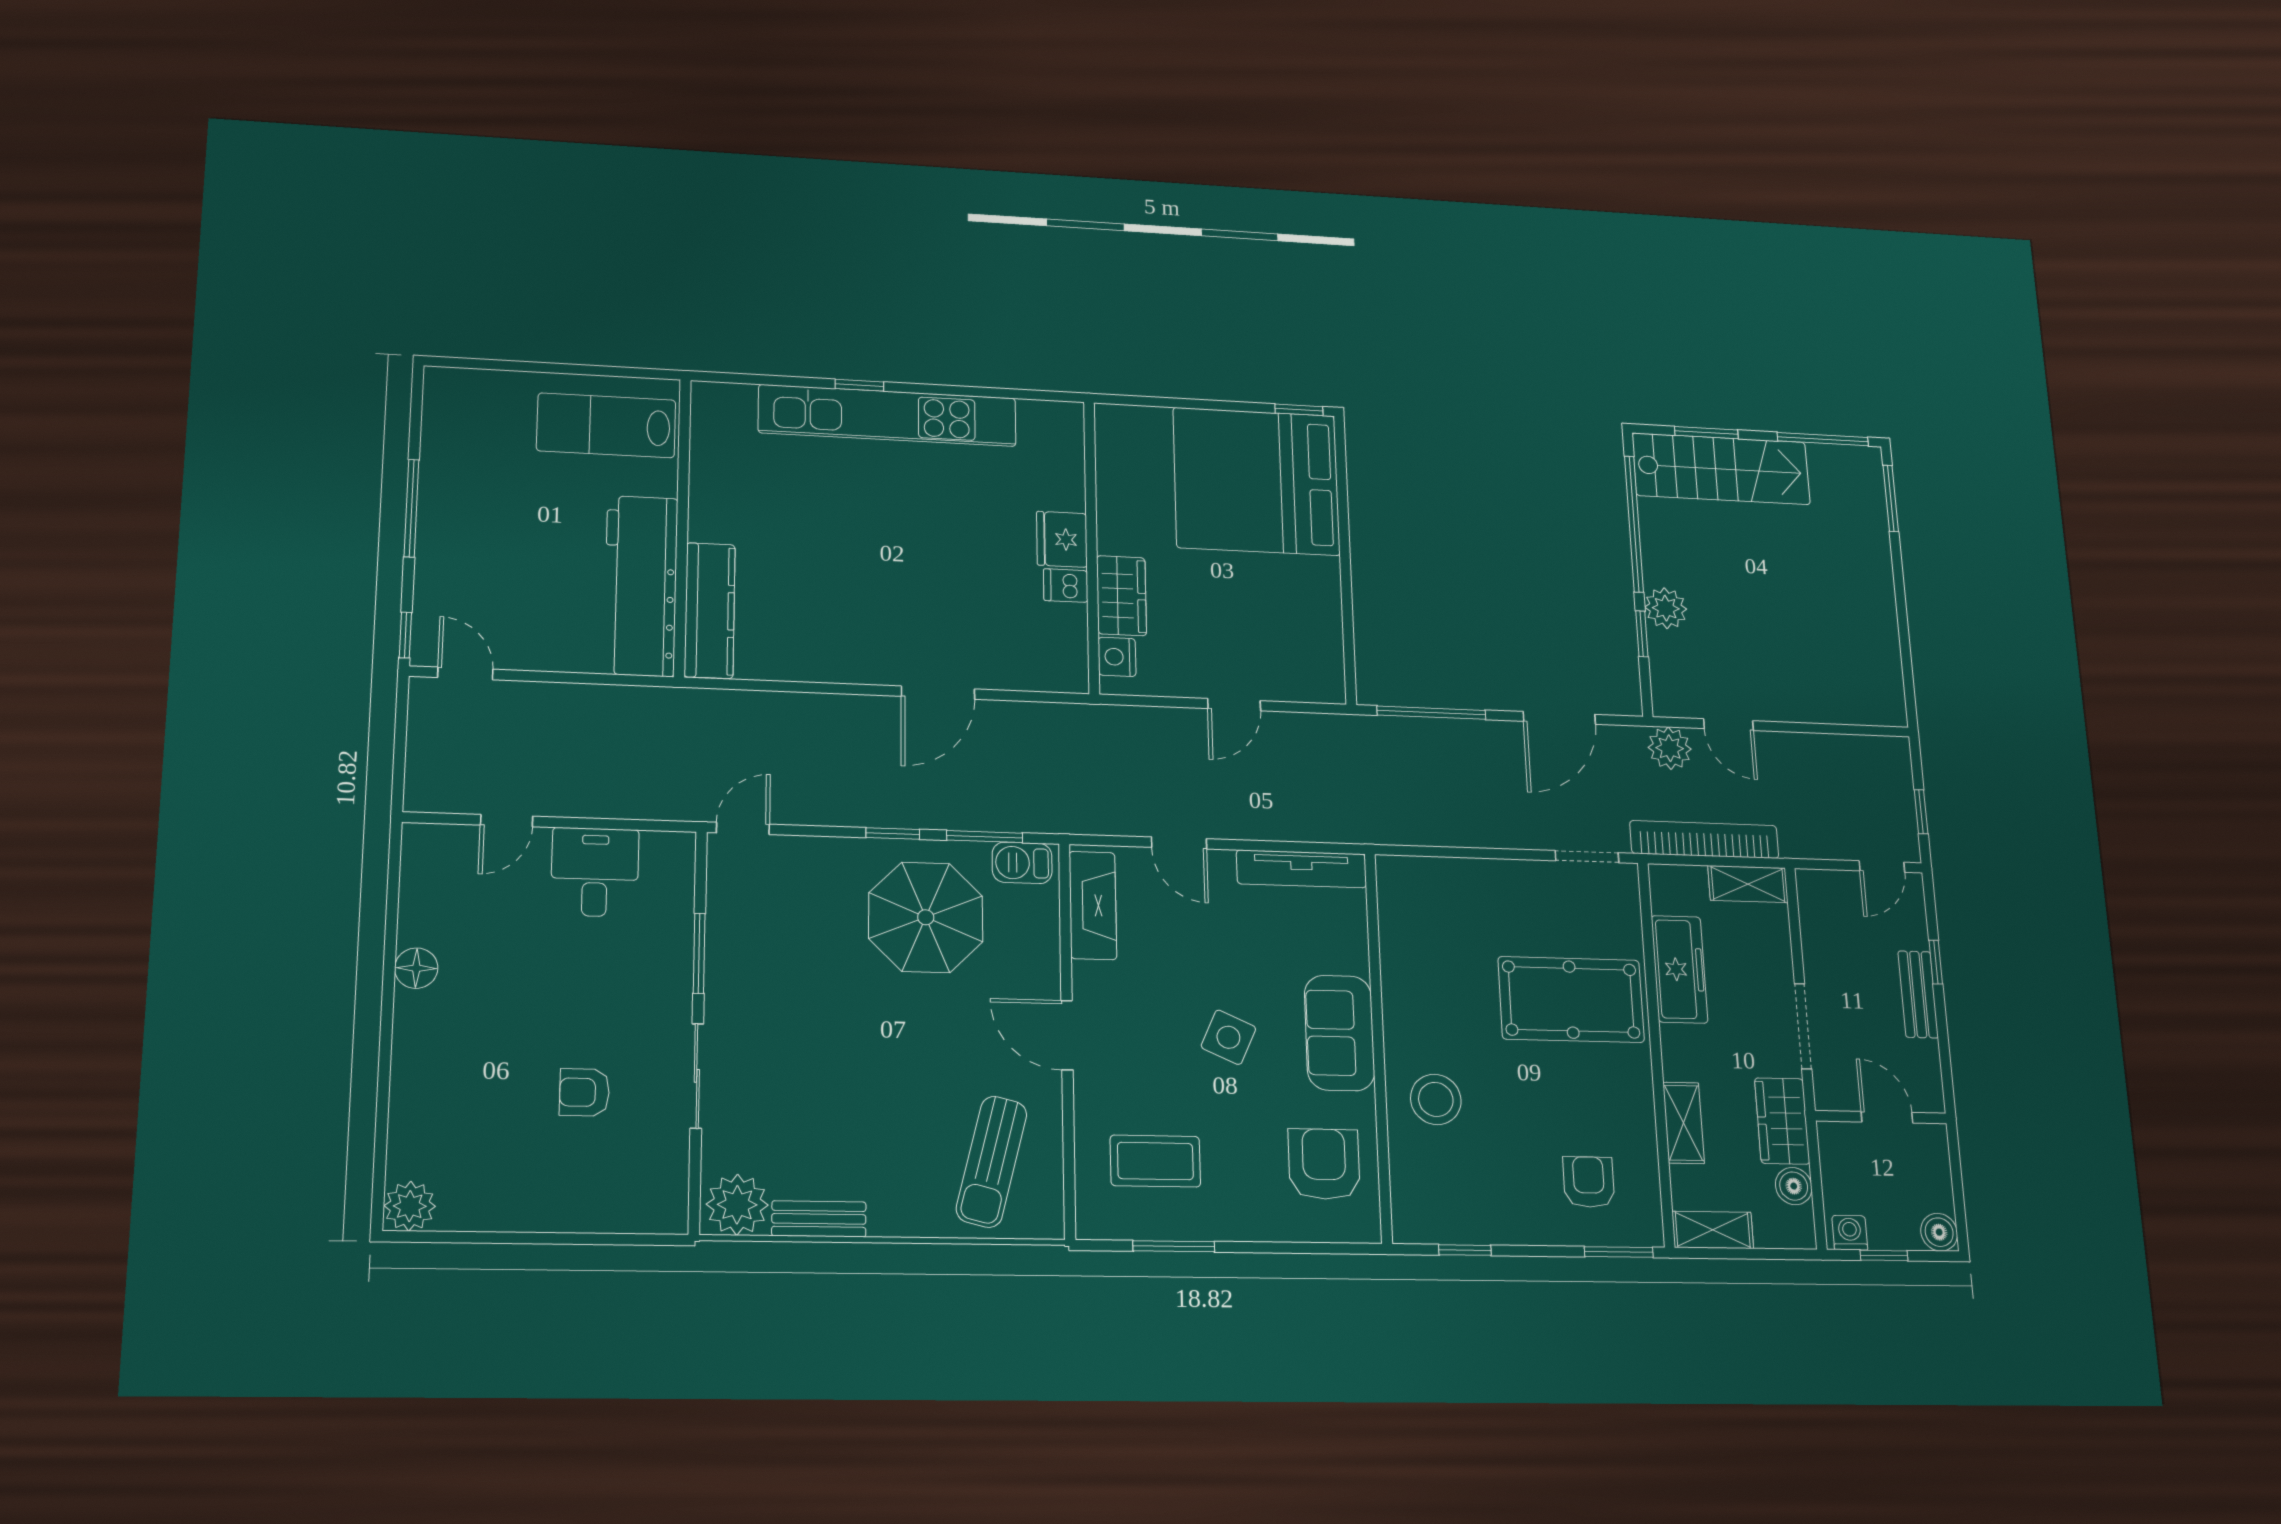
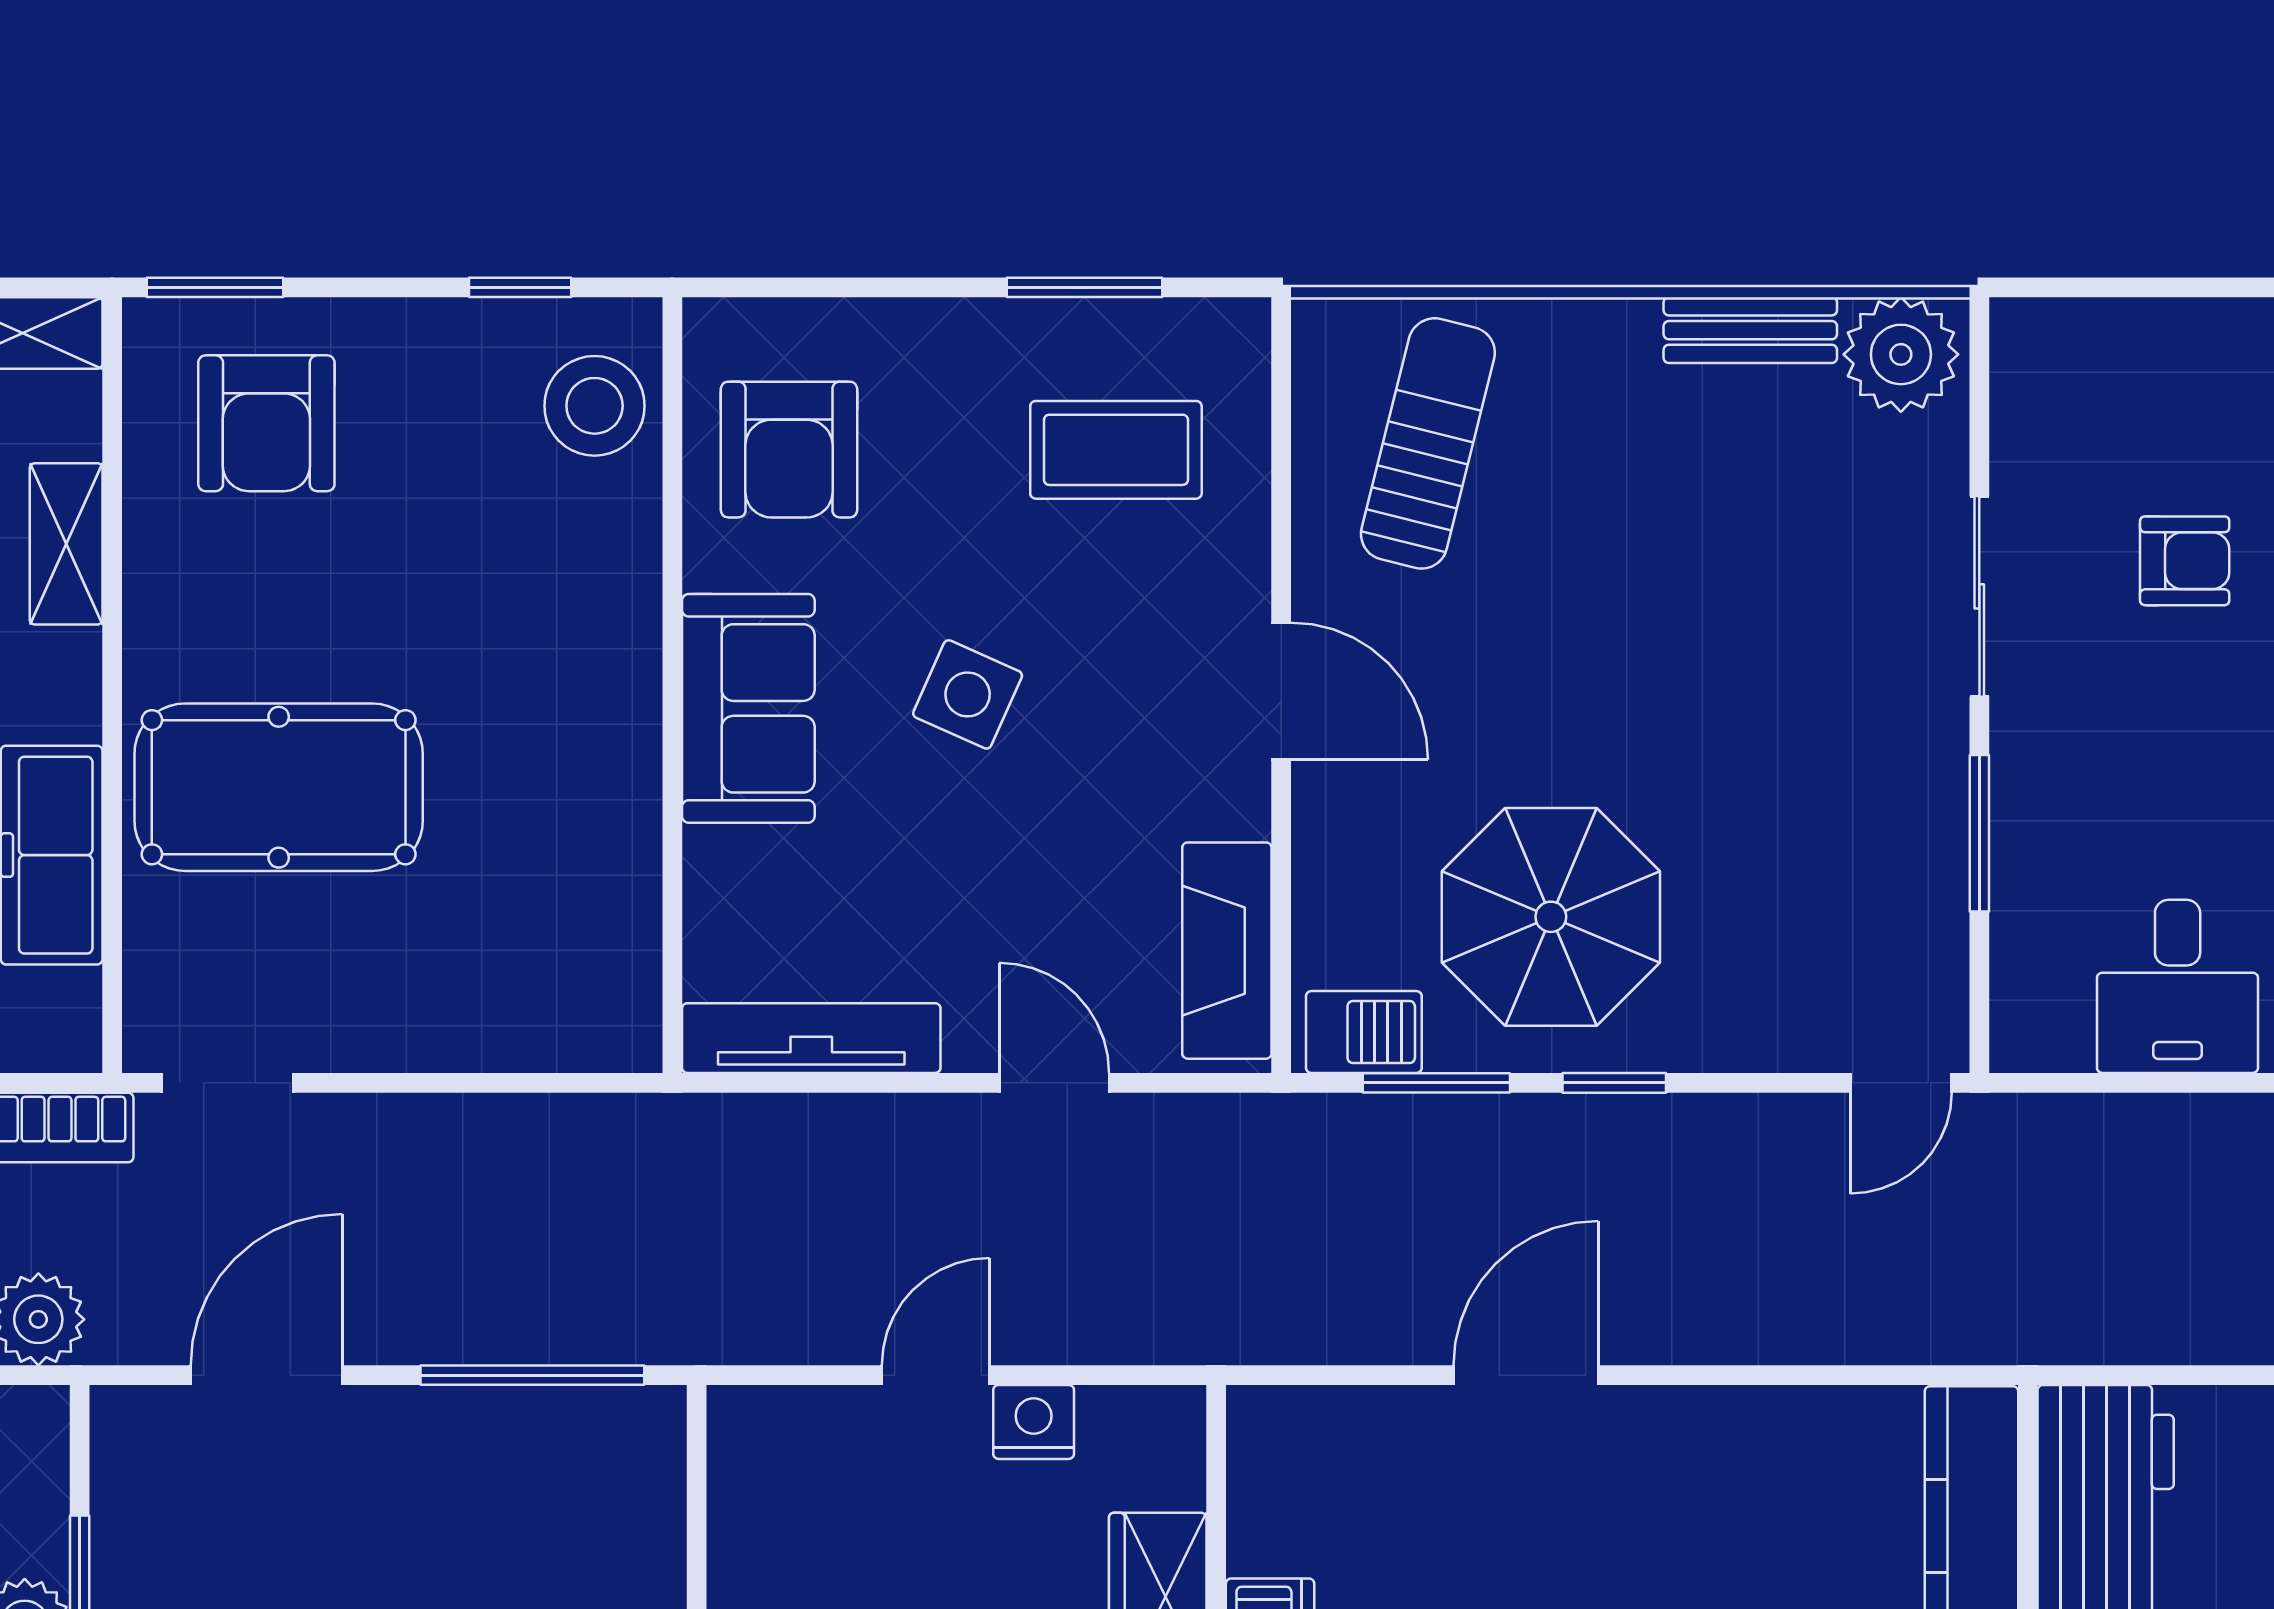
nightstand: (1117, 657) -> (1034, 1422), moved, turned -90
stool: (1436, 1099) -> (595, 406), moved
armchair: (1589, 1182) -> (266, 423), width x1.38, depth x1.38

